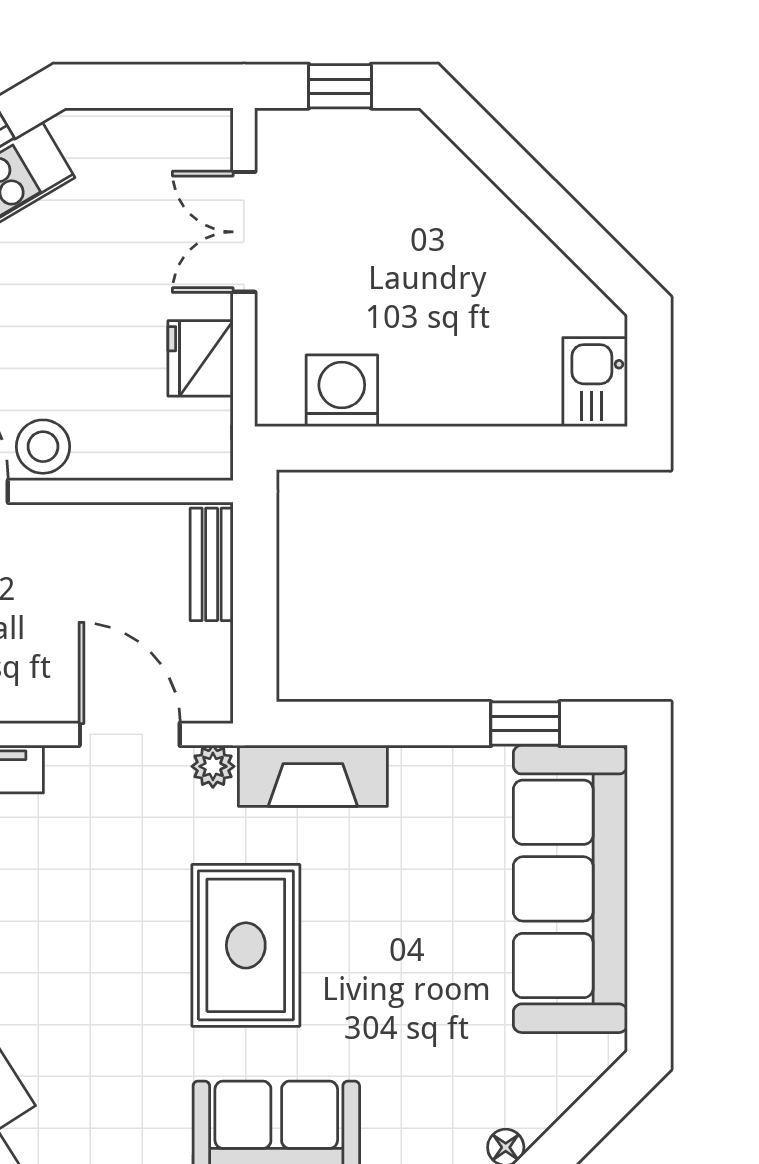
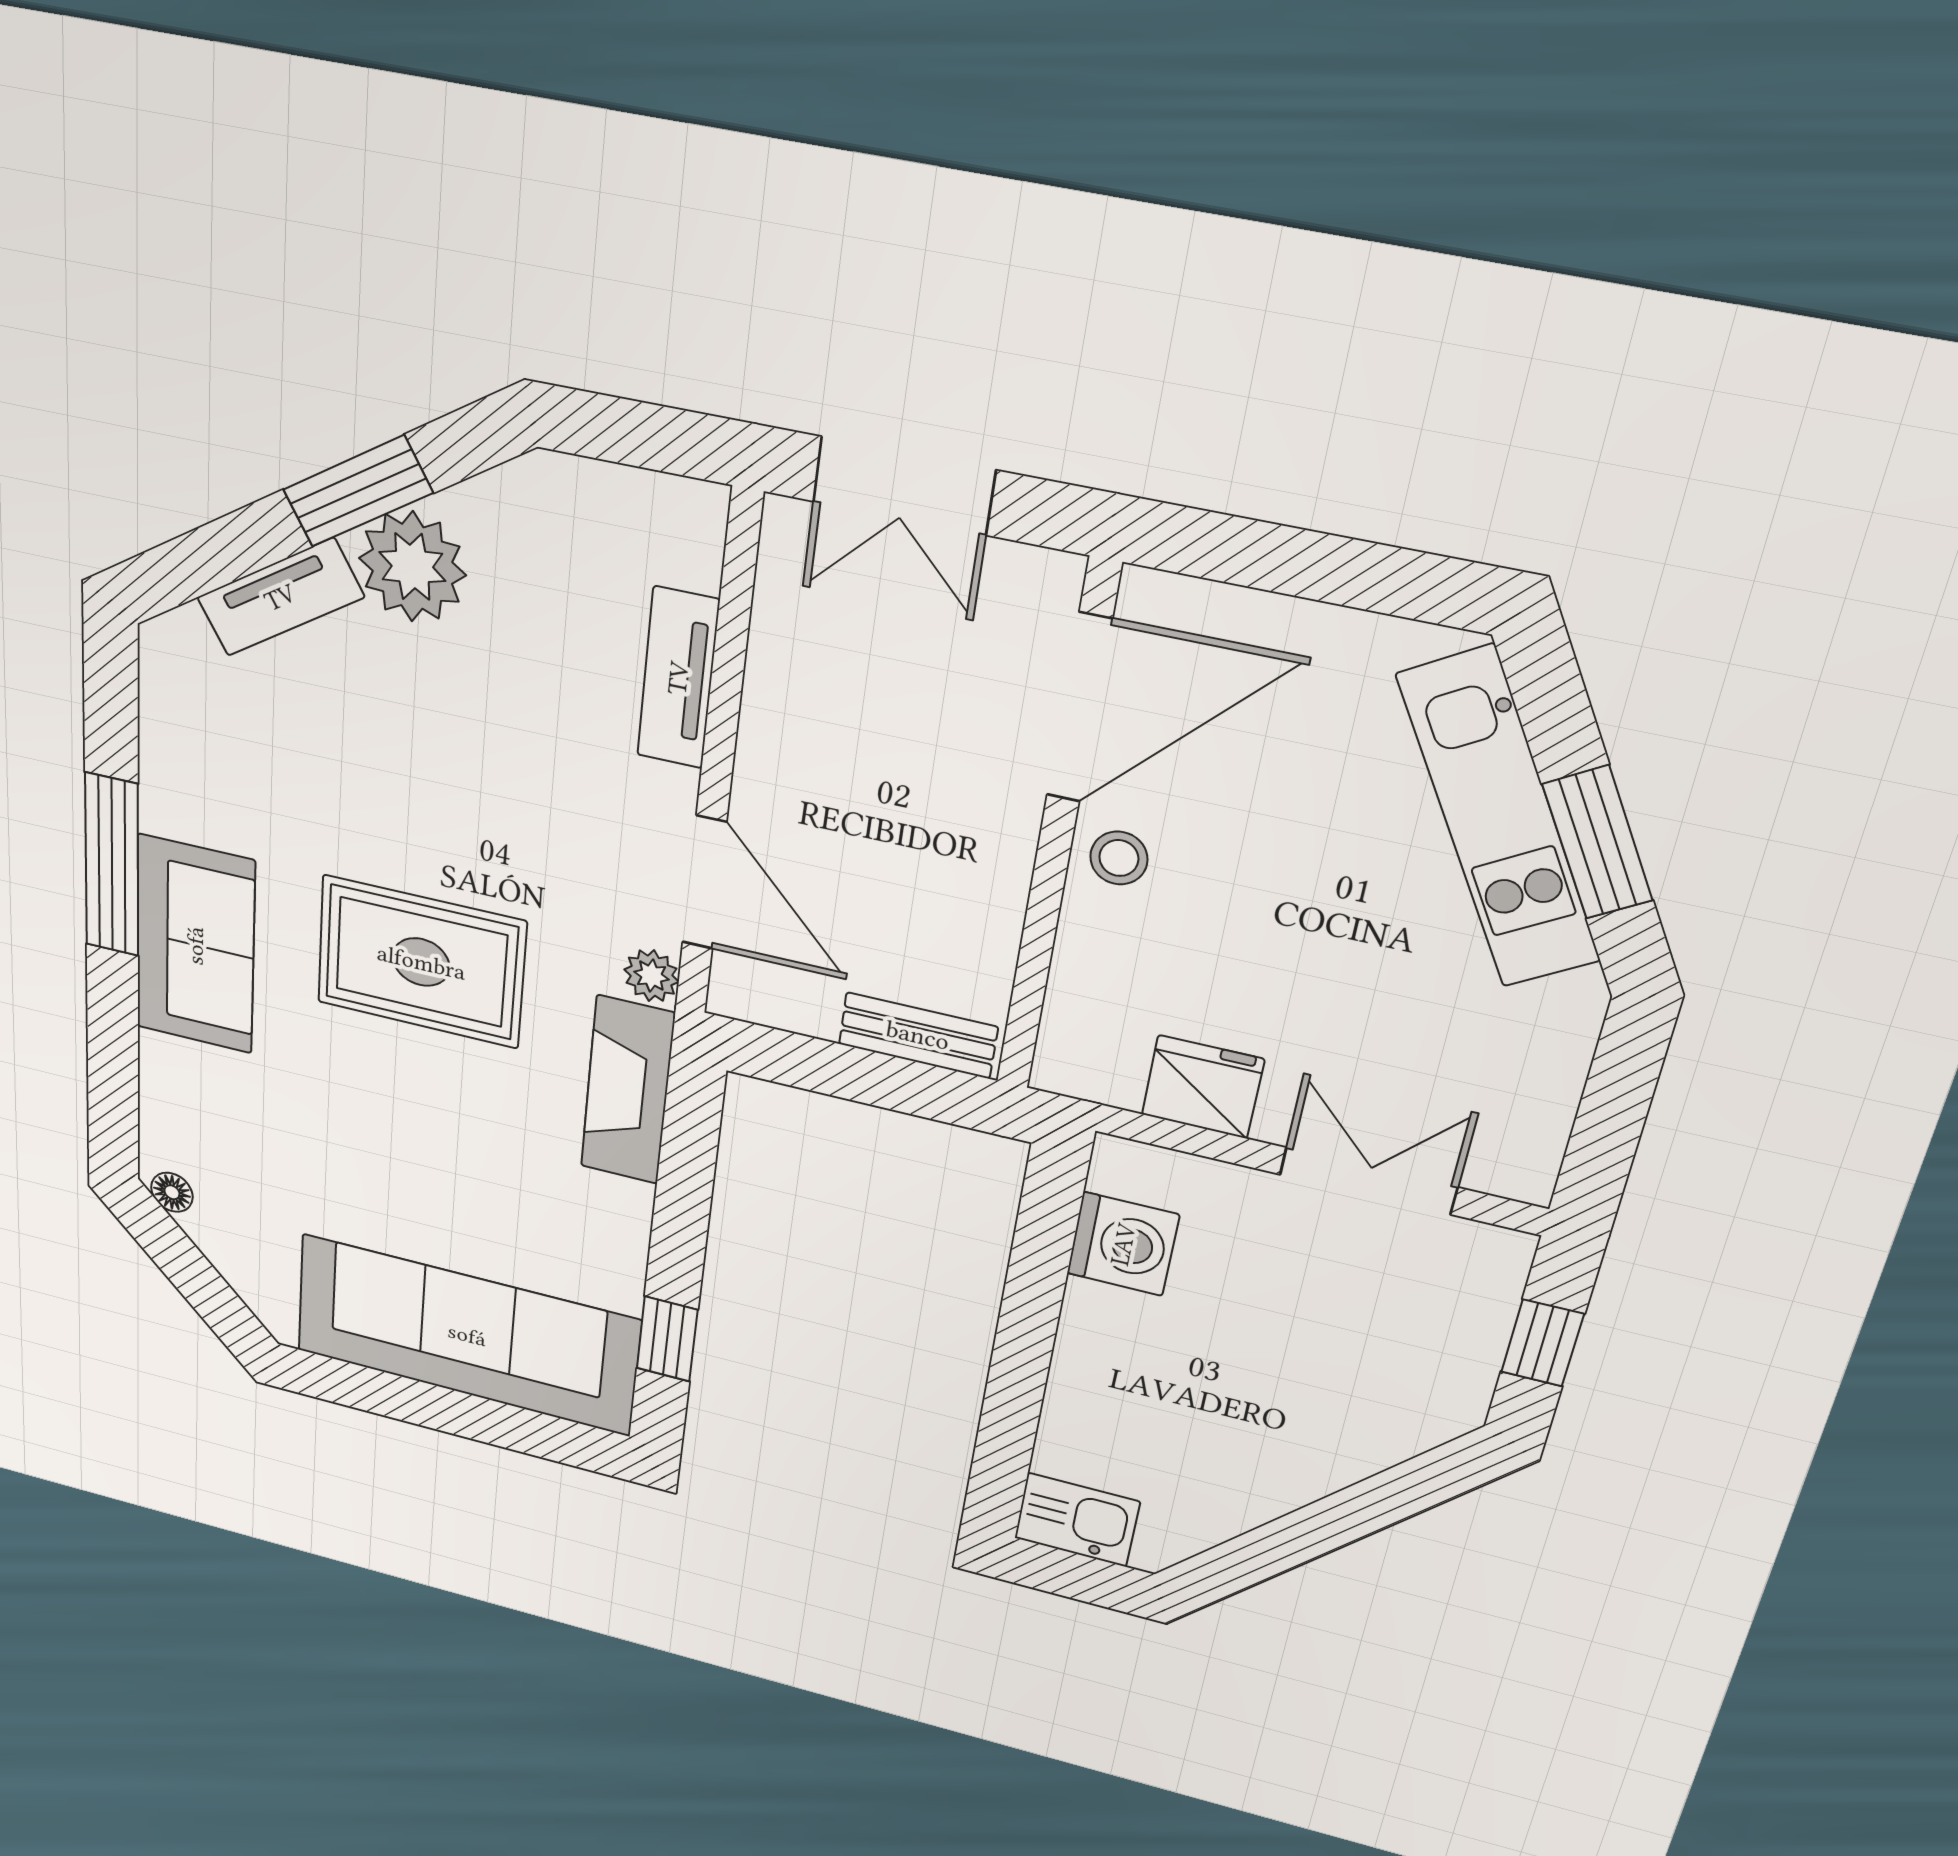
stool: (43, 447) -> (1119, 858), width x0.73, depth x0.73
door: (130, 734) -> (704, 882), hinge flipped

